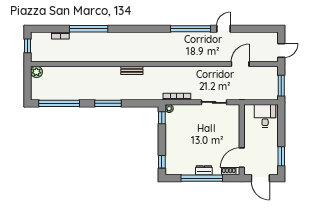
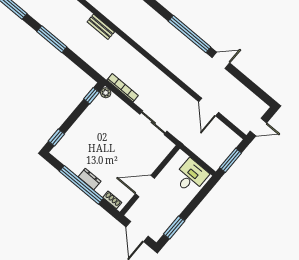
door: (240, 64) -> (209, 107), swing flipped
door: (242, 158) -> (145, 186), moved

